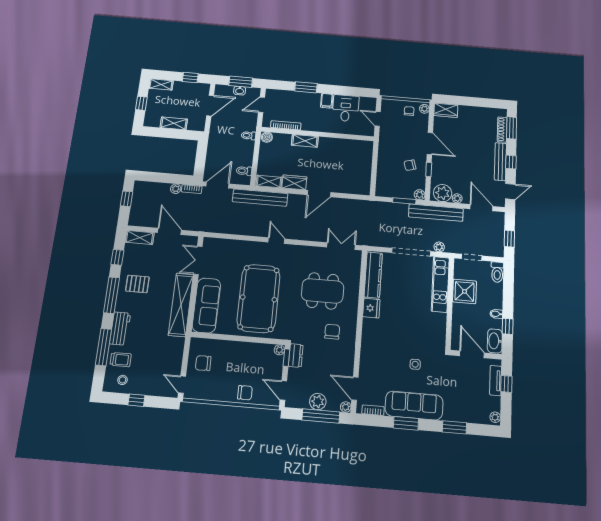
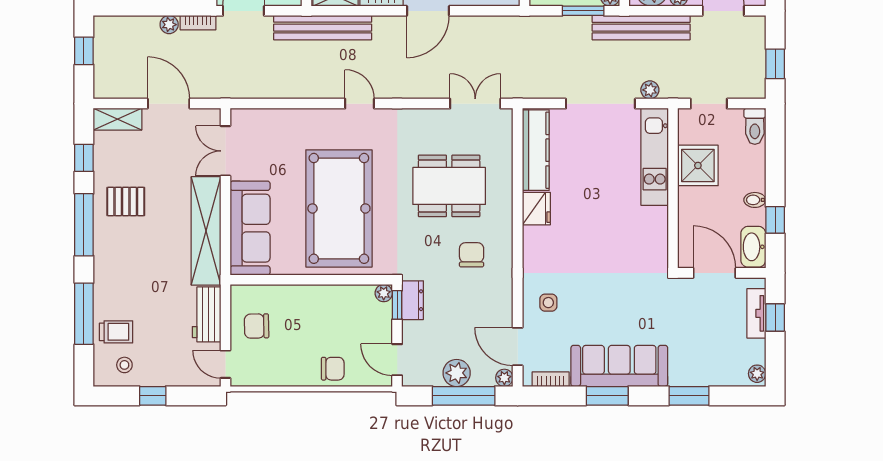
workbench: (120, 328) -> (207, 314), moved, turned 180
side table: (415, 364) -> (548, 303), moved

